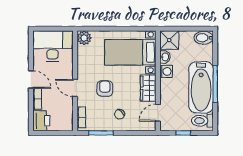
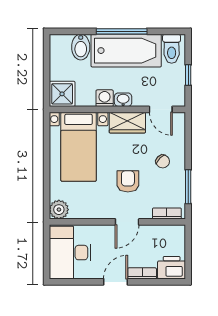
bidet: (204, 38) -> (81, 47), moved
washbasin: (165, 57) -> (123, 100), moved
armchair: (105, 89) -> (128, 181), turned 90

